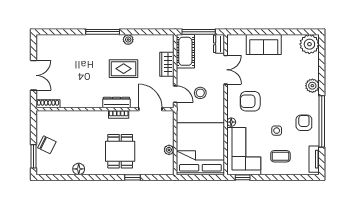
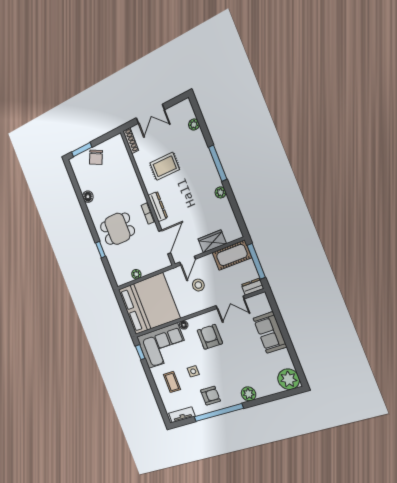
plant: (61, 40) -> (194, 125), added
rug: (124, 69) -> (165, 166), moved, turned 90

